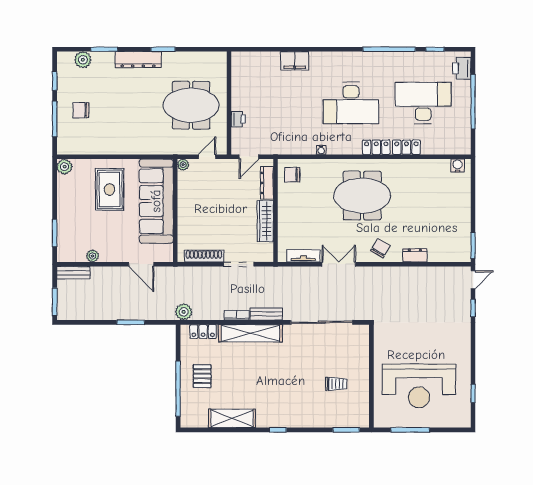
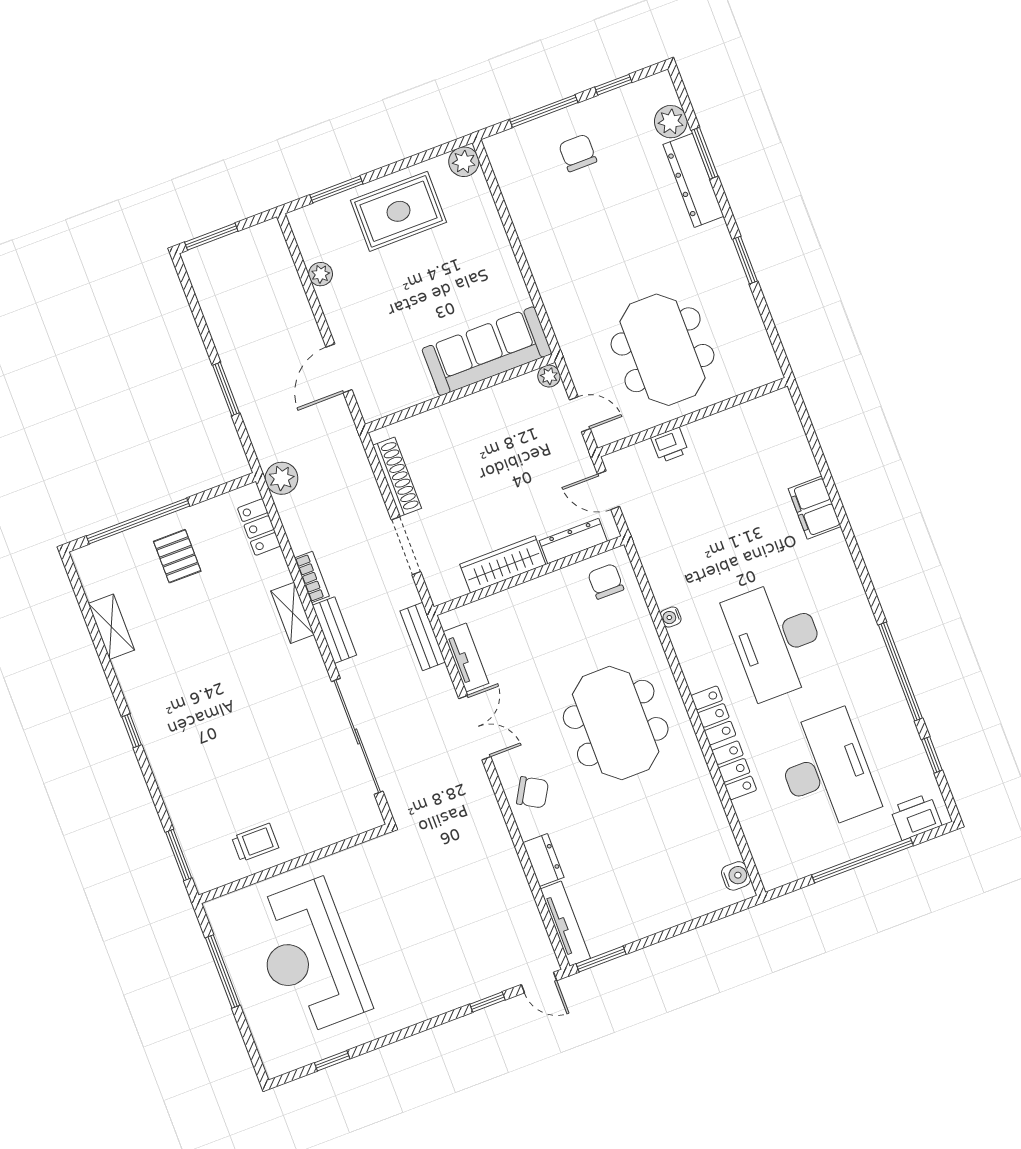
dresser: (138, 60) -> (693, 180), moved
rug: (110, 189) -> (399, 211), moved
sofa: (156, 201) -> (487, 351), width x0.74, depth x0.79
tv unit: (450, 256) -> (565, 924), added
bench: (73, 273) -> (423, 636), moved
shelving: (250, 333) -> (292, 613), width x0.45, depth x0.75
pallet: (202, 376) -> (177, 556), turned 90
trolley: (336, 384) -> (255, 842), moved, turned -90
shelving: (232, 418) -> (111, 627), width x0.67, depth x0.75

